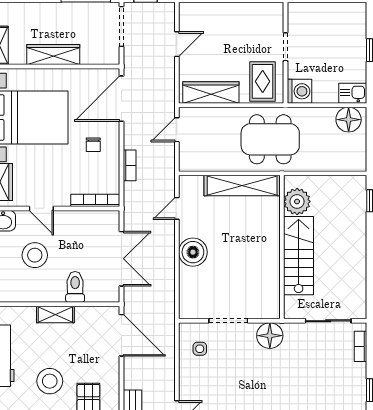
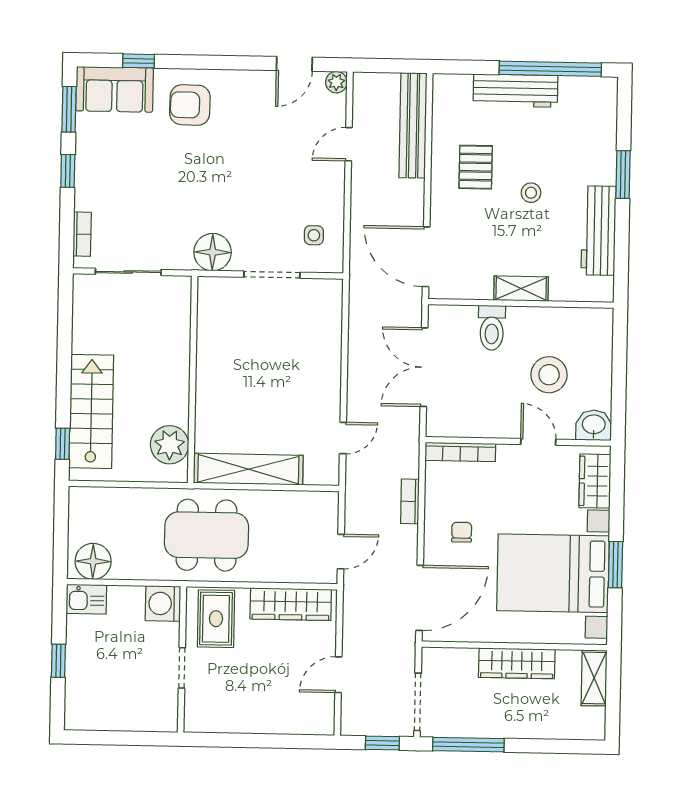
boiler: (193, 252) -> (321, 375), removed
stairs: (299, 256) -> (91, 411), moved, turned 180
stool: (50, 381) -> (531, 193), width x0.53, depth x0.53

